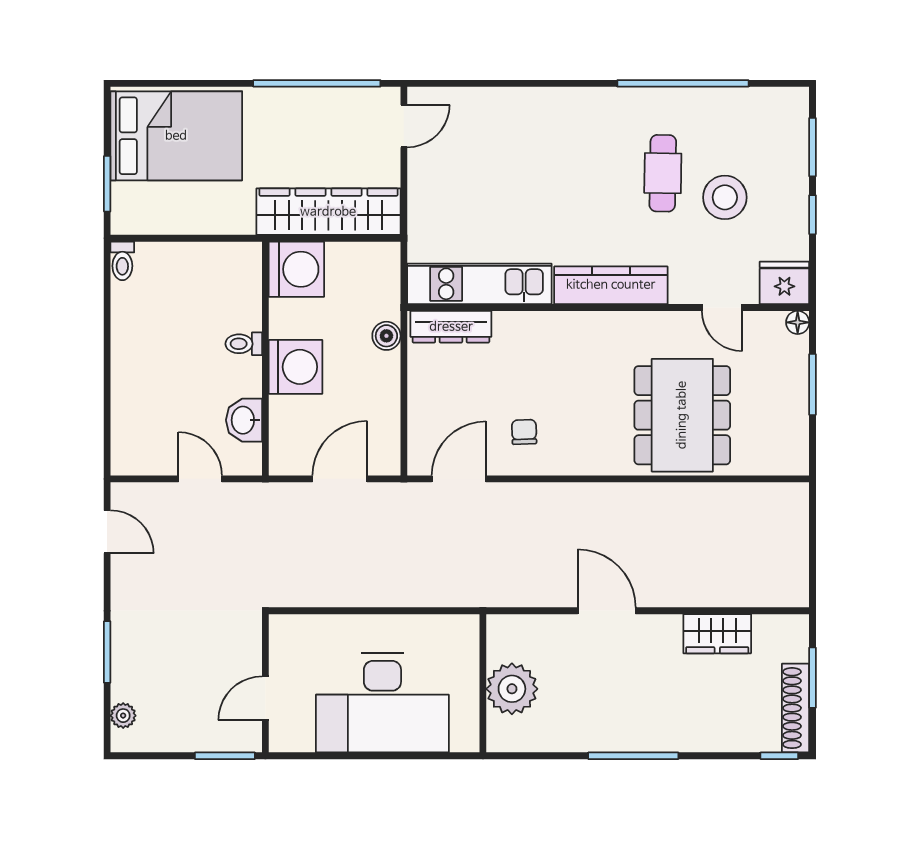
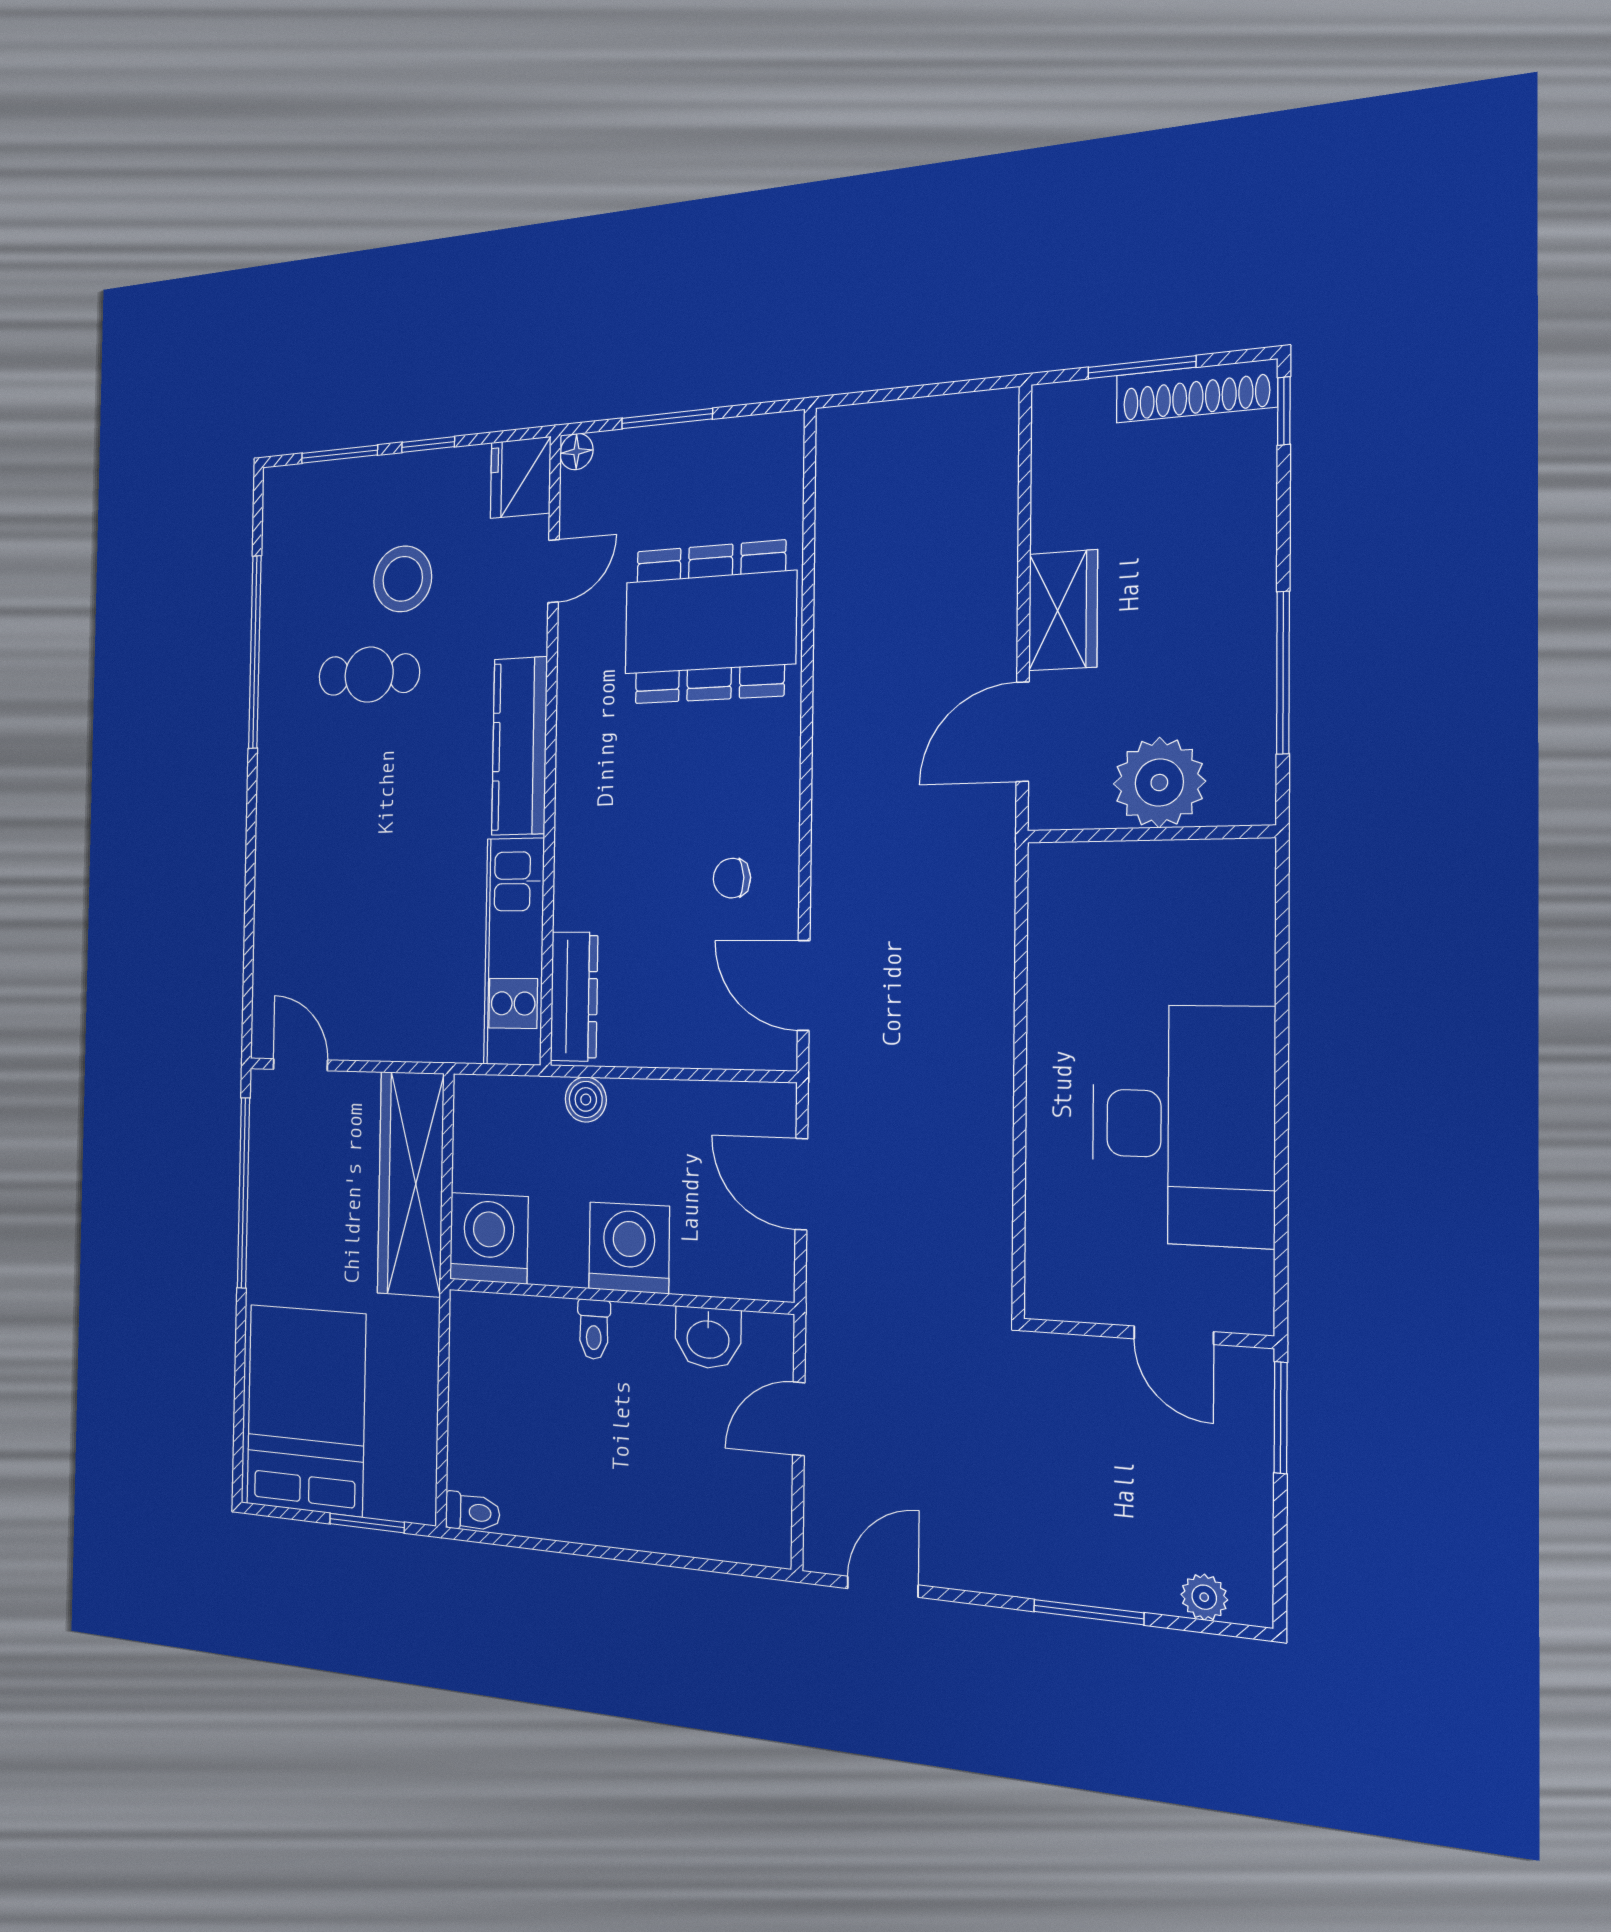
wardrobe: (717, 634) -> (1063, 610), moved
wall: (483, 683) -> (1149, 834), moved
plant: (512, 689) -> (1159, 783), moved

